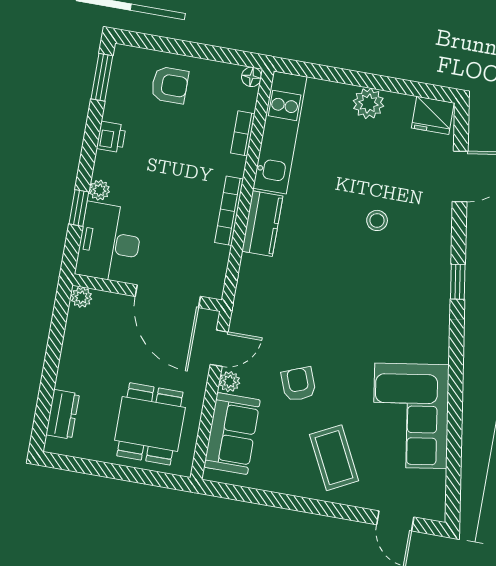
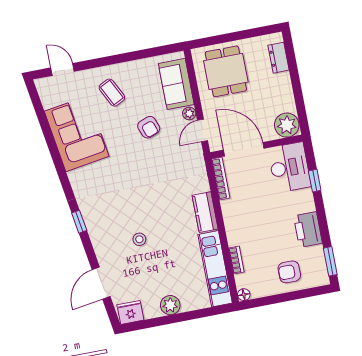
printer: (111, 137) -> (308, 230), width x1.87, depth x1.48
plant: (99, 190) -> (307, 195), removed
bookcase: (229, 211) -> (221, 178), moved
plant: (81, 297) -> (287, 125), width x1.88, depth x1.88
coffee table: (334, 458) -> (112, 93), width x0.73, depth x0.77

